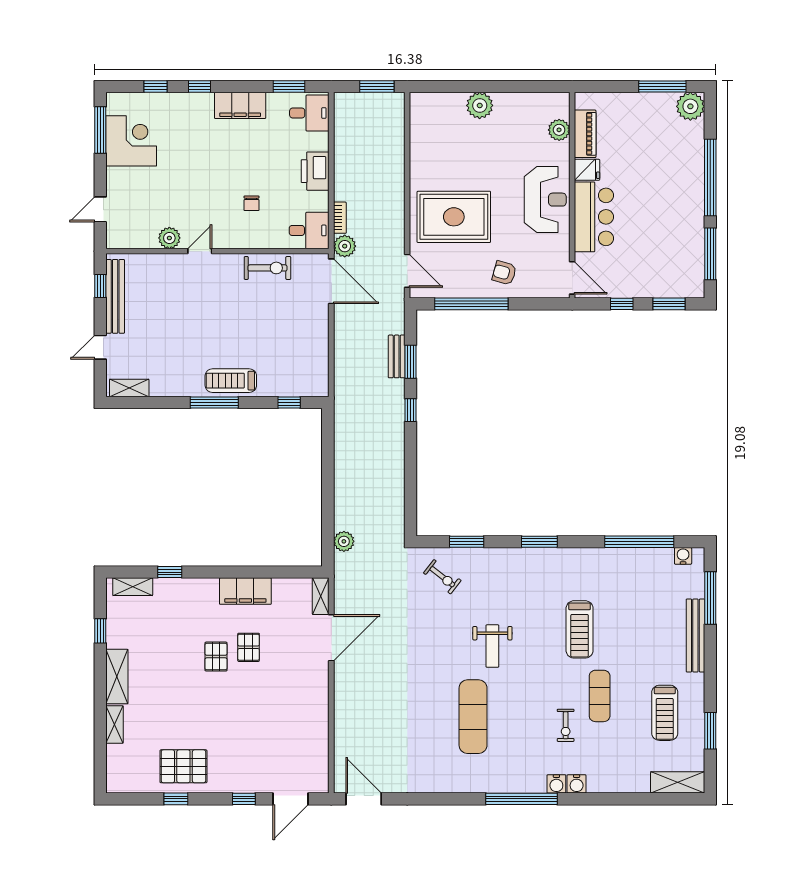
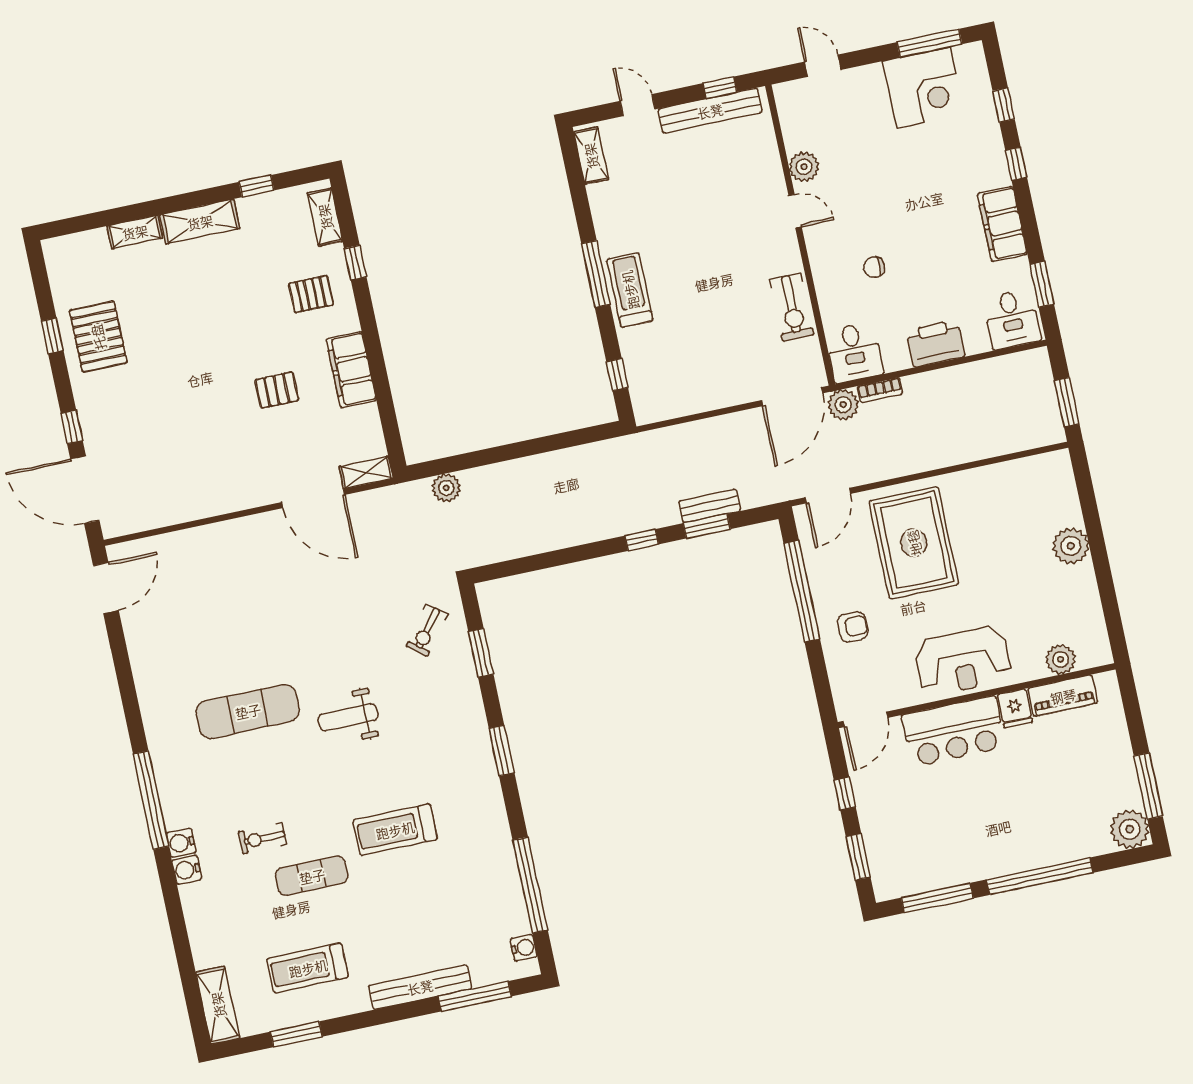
armchair: (504, 273) -> (853, 627), turned 74
pallet: (216, 657) -> (311, 294), moved
door: (290, 799) -> (85, 490), width x1.36

